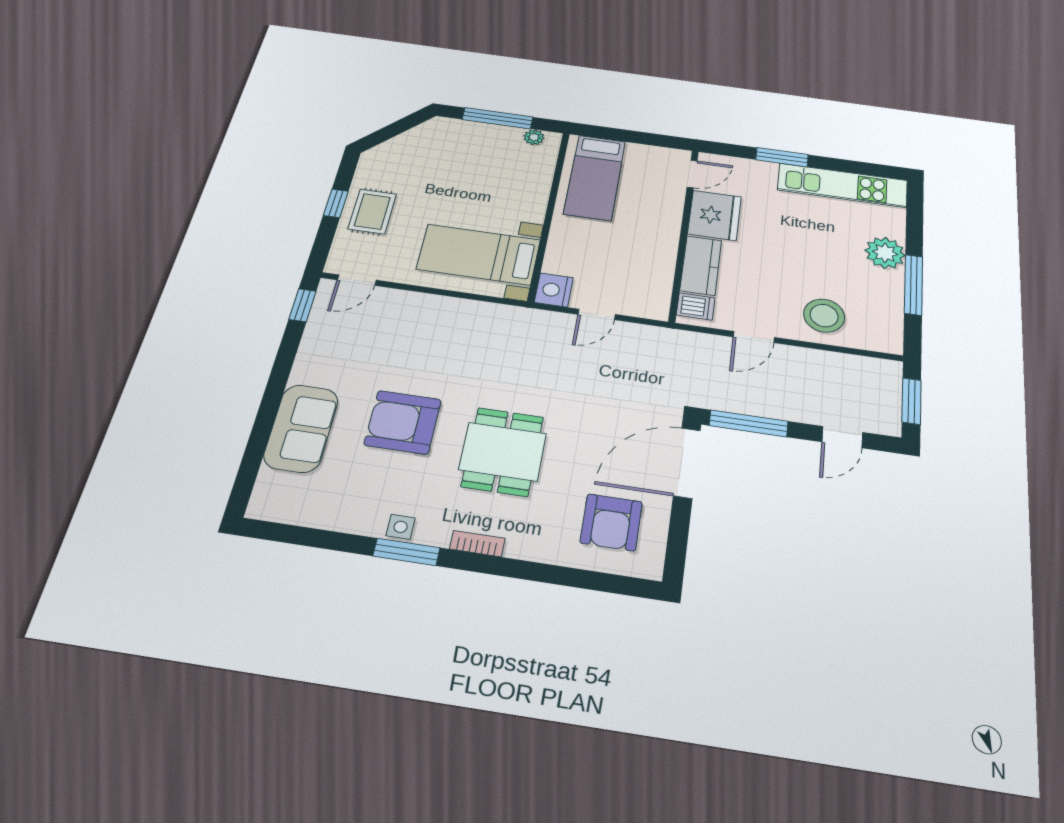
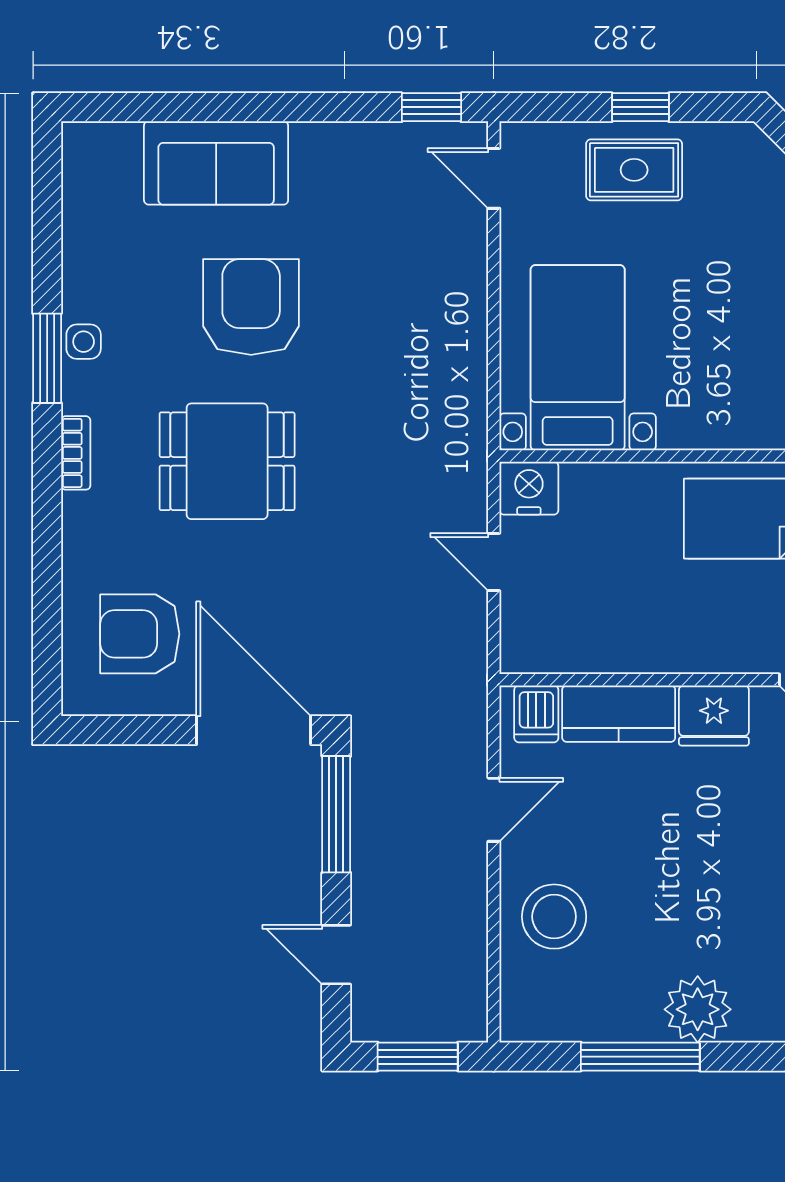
fridge: (714, 215) -> (714, 716), width x0.73, depth x0.75
door: (754, 337) -> (494, 810), swing flipped

